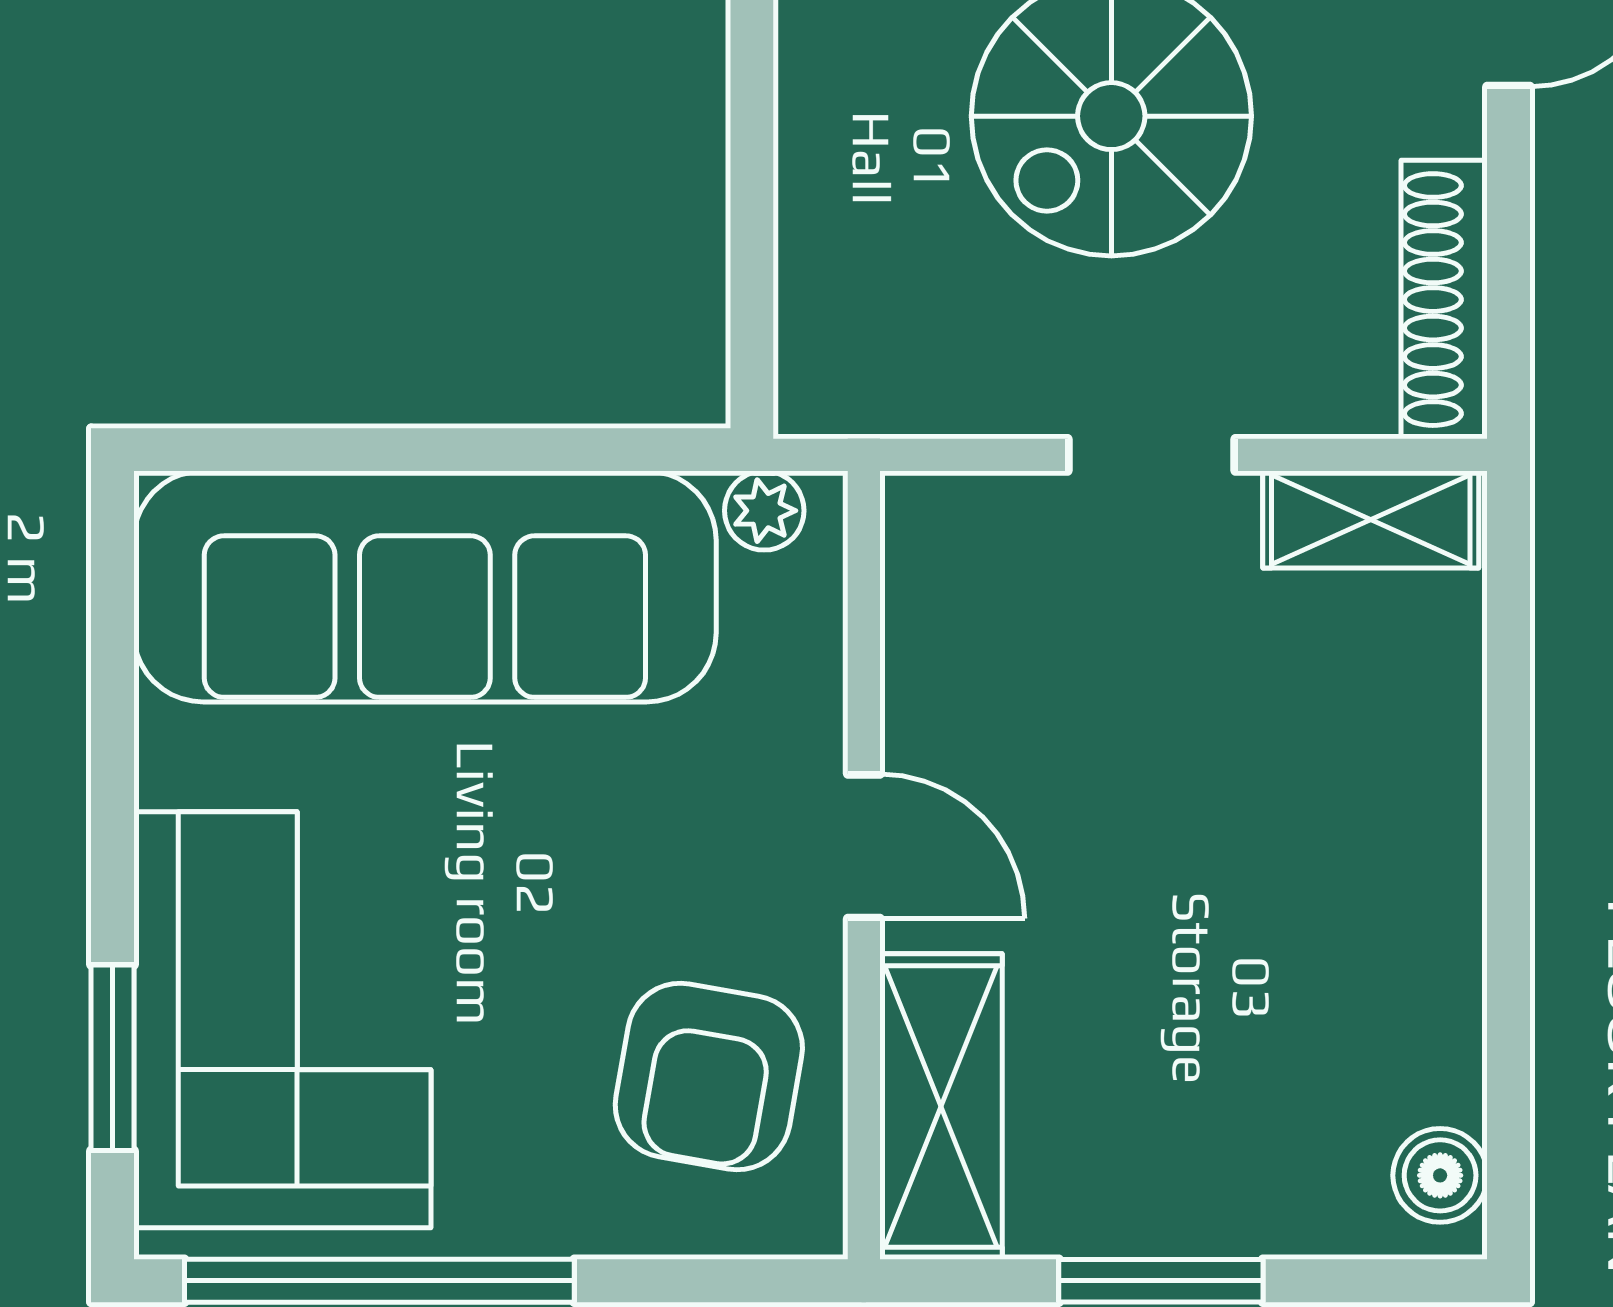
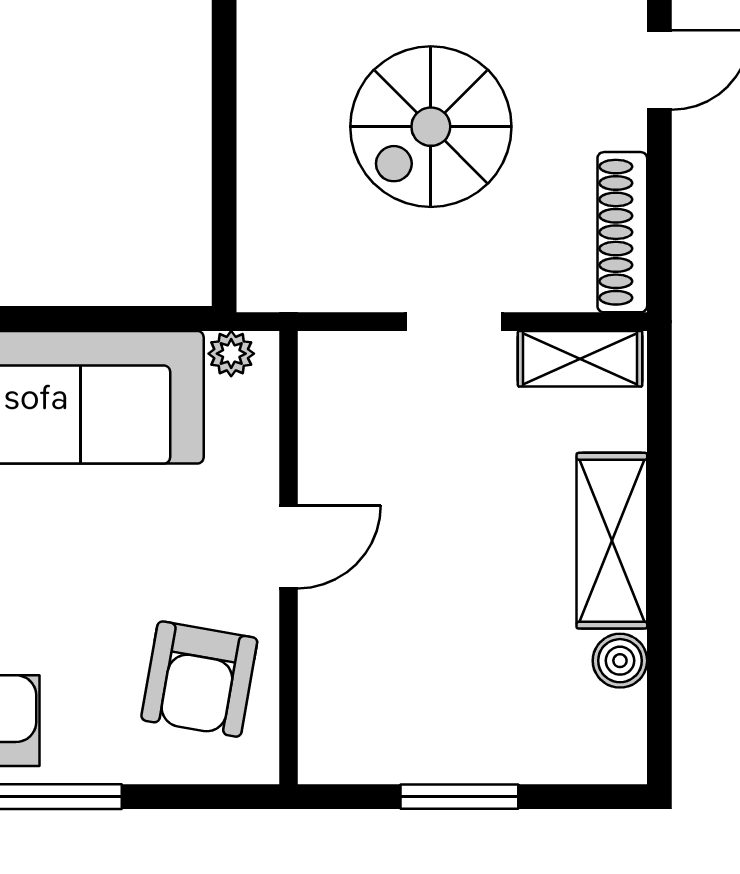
door: (864, 846) -> (288, 547), hinge flipped
shelving: (941, 1107) -> (612, 541), moved
boiler: (1440, 1175) -> (620, 661), moved

